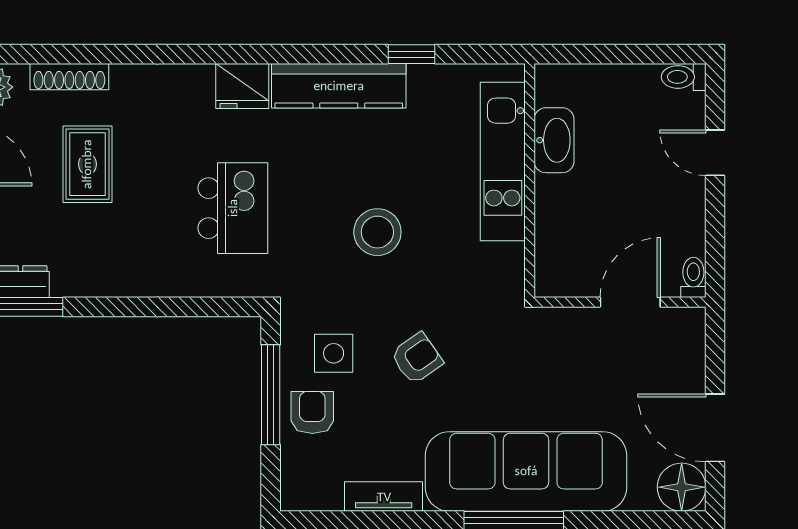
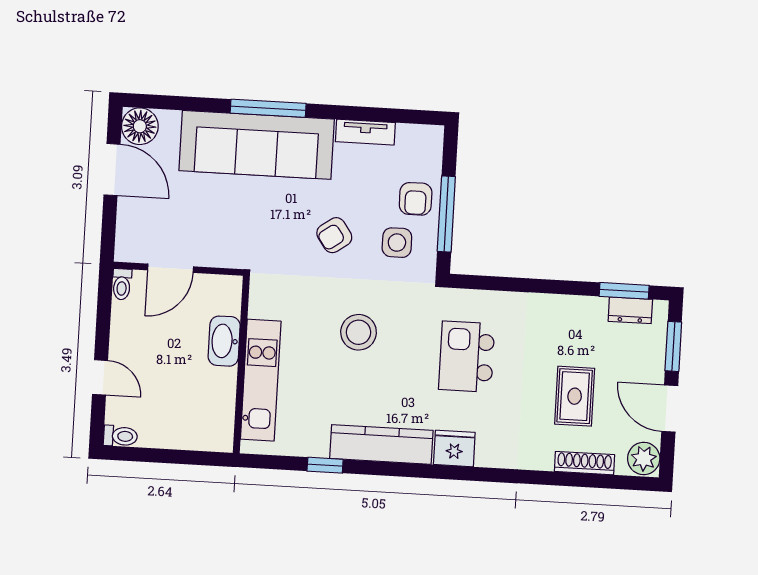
washbasin: (554, 140) -> (224, 341), moved

